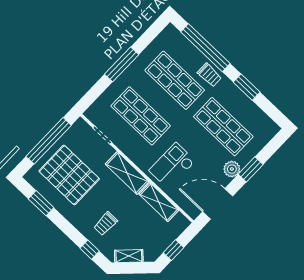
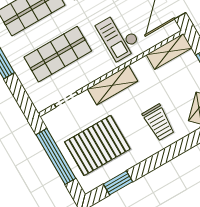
shelving: (159, 202) -> (169, 51), moved
trolley: (106, 224) -> (158, 123), width x1.36, depth x1.39
window: (90, 250) -> (180, 147), removed

